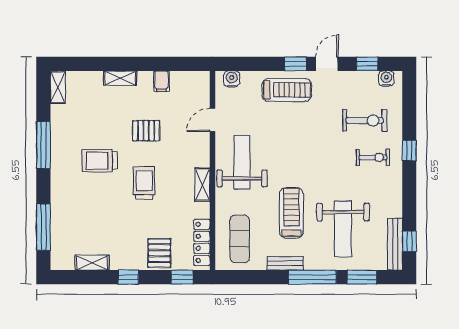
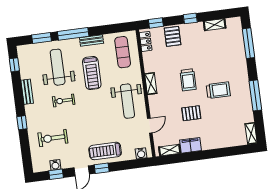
shelving: (120, 78) -> (170, 150), moved
water cooler: (386, 78) -> (55, 165), moved
filing cabinet: (161, 81) -> (191, 145), width x2.00
exercise bike: (373, 158) -> (64, 101), moved
locker: (202, 242) -> (146, 41), width x0.66
bench: (395, 244) -> (27, 92), moved, width x0.73

